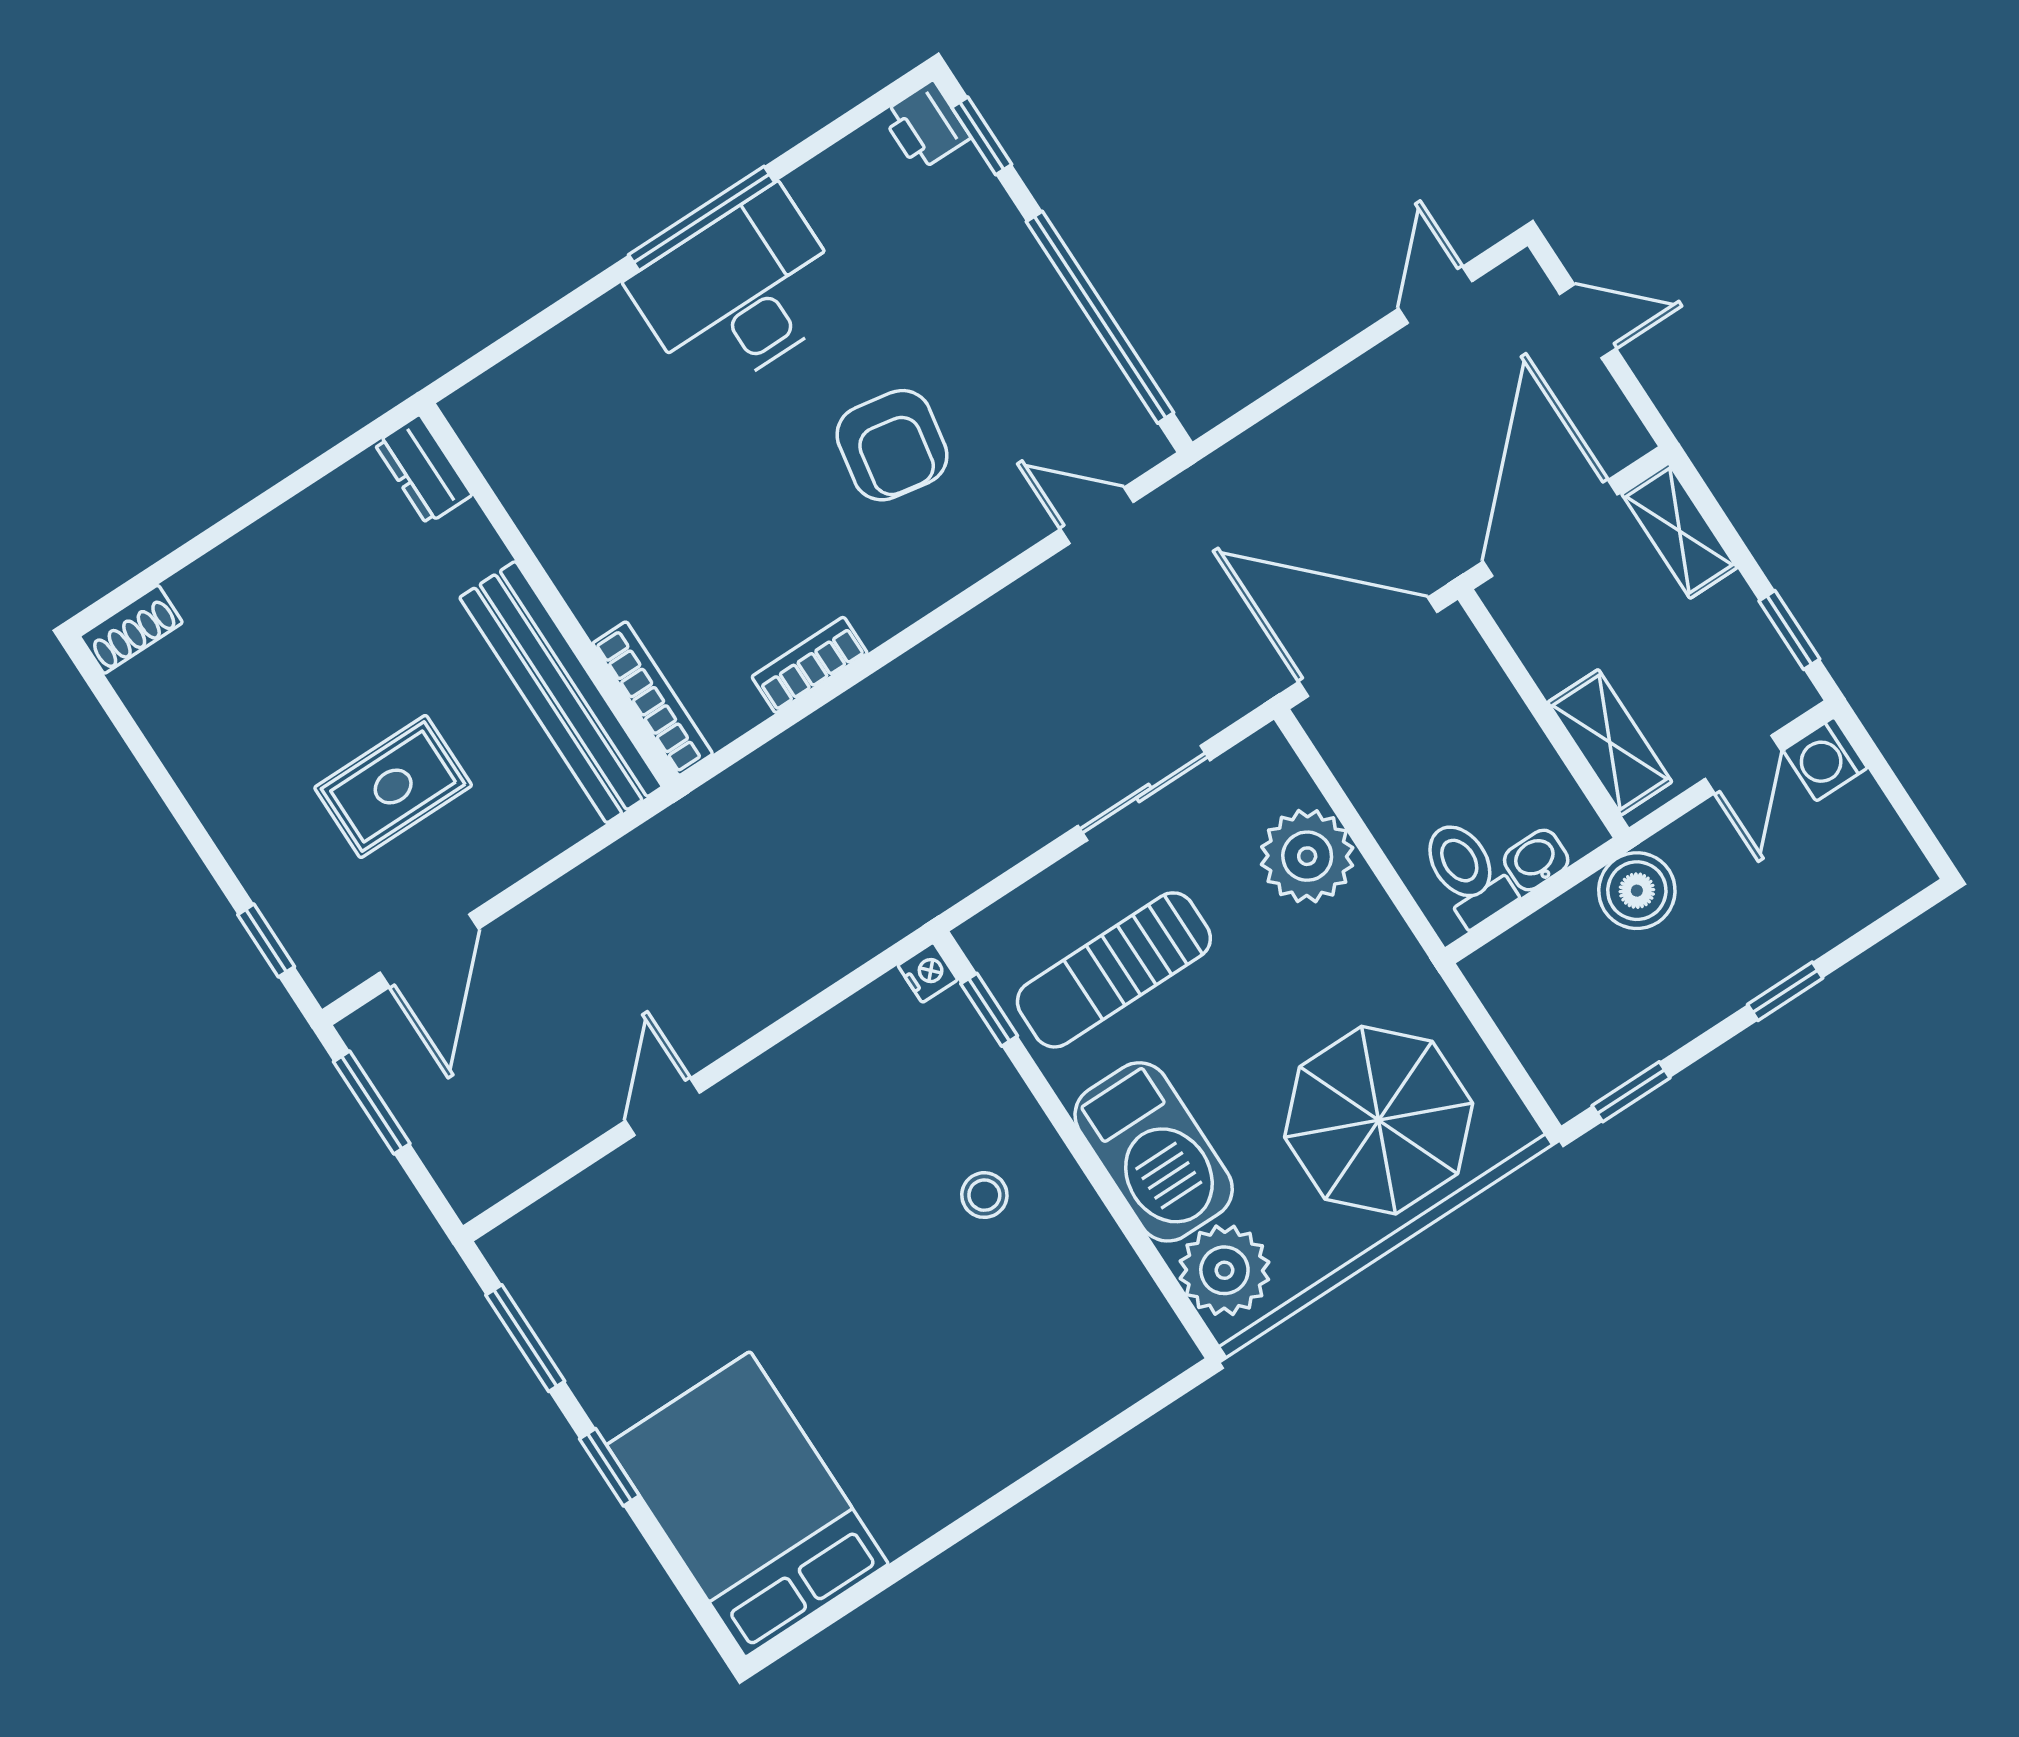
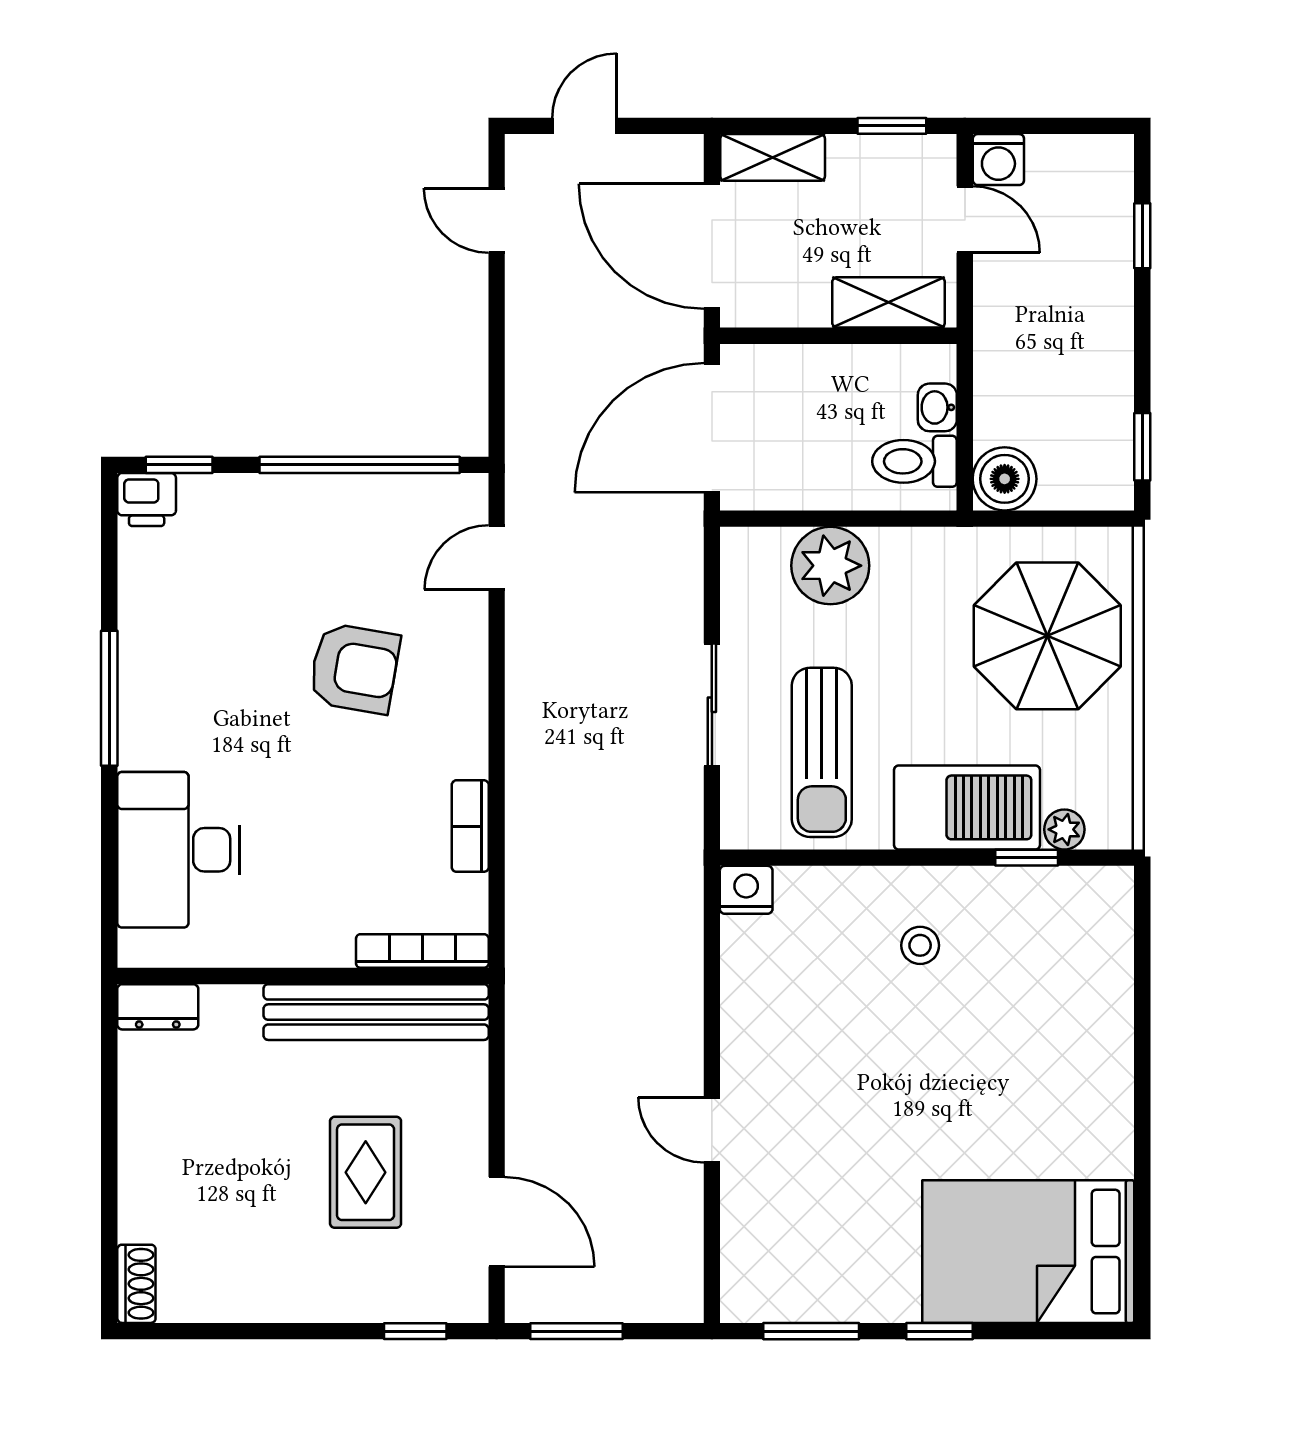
desk: (740, 293) -> (179, 850), moved
sliding door: (1144, 793) -> (712, 705), moved
boiler: (1637, 891) -> (1005, 479), moved
nightstand: (928, 972) -> (746, 890), width x1.39, depth x1.35
window: (1785, 991) -> (1142, 236), moved
window: (989, 1010) -> (1027, 858), moved
plant: (1224, 1270) -> (1064, 829), width x0.53, depth x0.53

